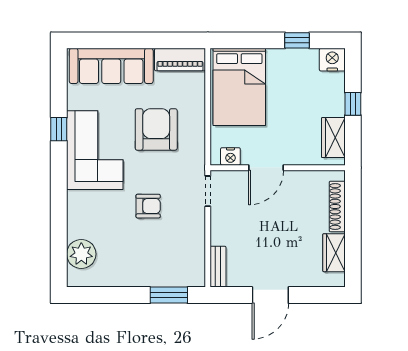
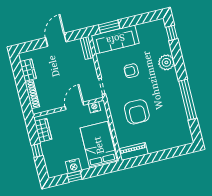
nightstand: (332, 60) -> (74, 166), moved
sofa: (111, 66) -> (115, 39), moved, turned 180
window: (59, 129) -> (188, 100), width x3.17
corner sofa: (95, 150) -> (166, 93), removed
plant: (81, 254) -> (166, 62), moved
window: (59, 256) -> (172, 33), added

